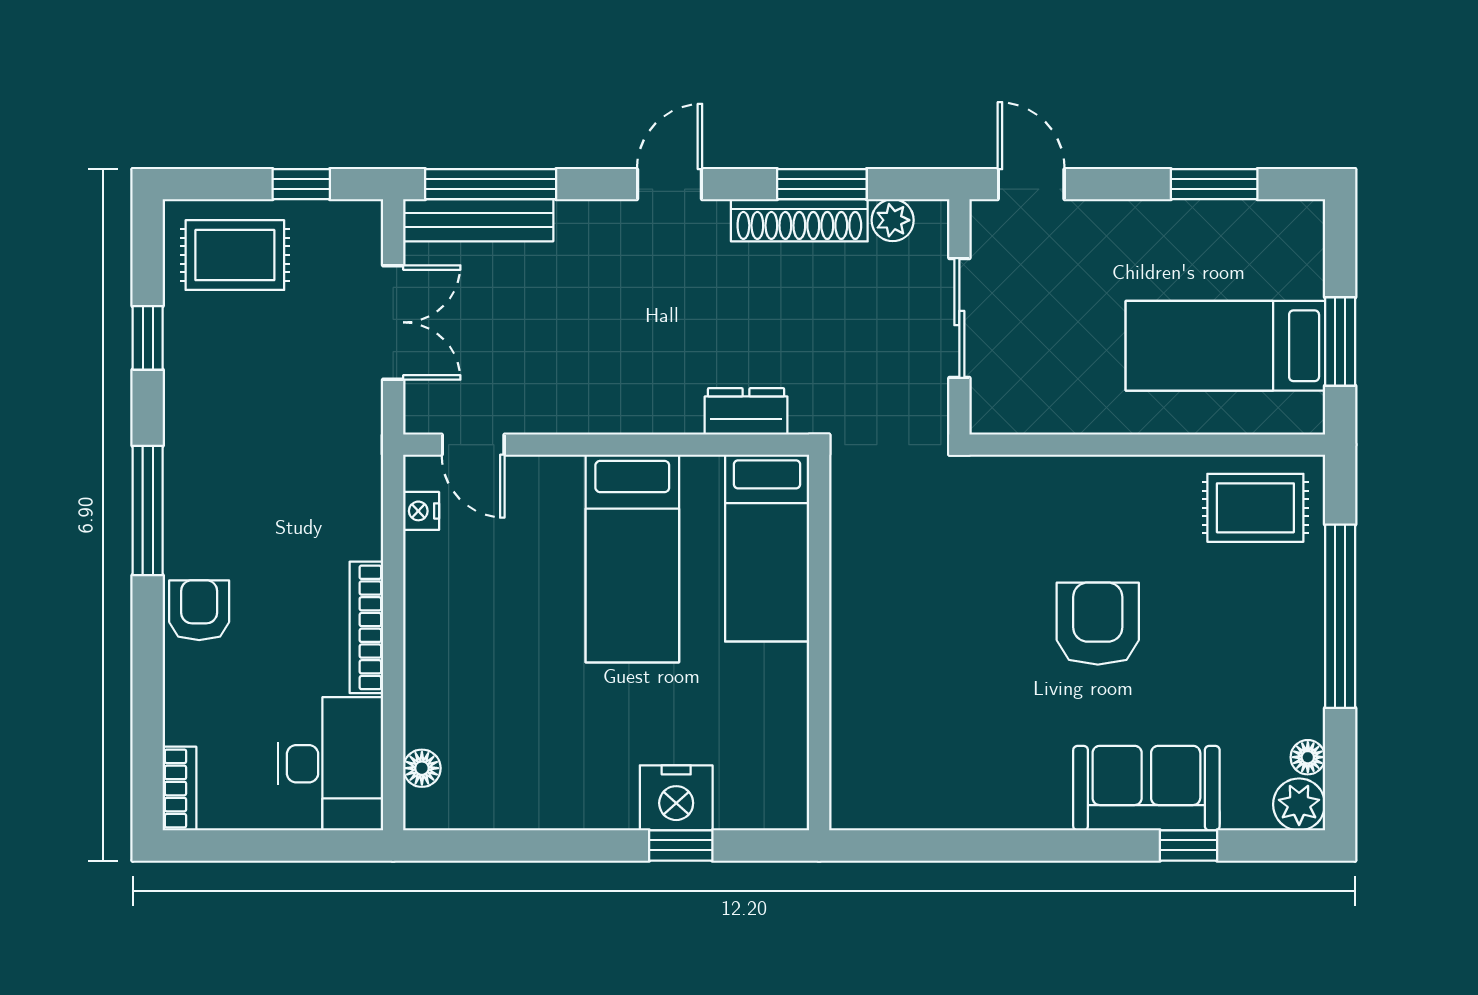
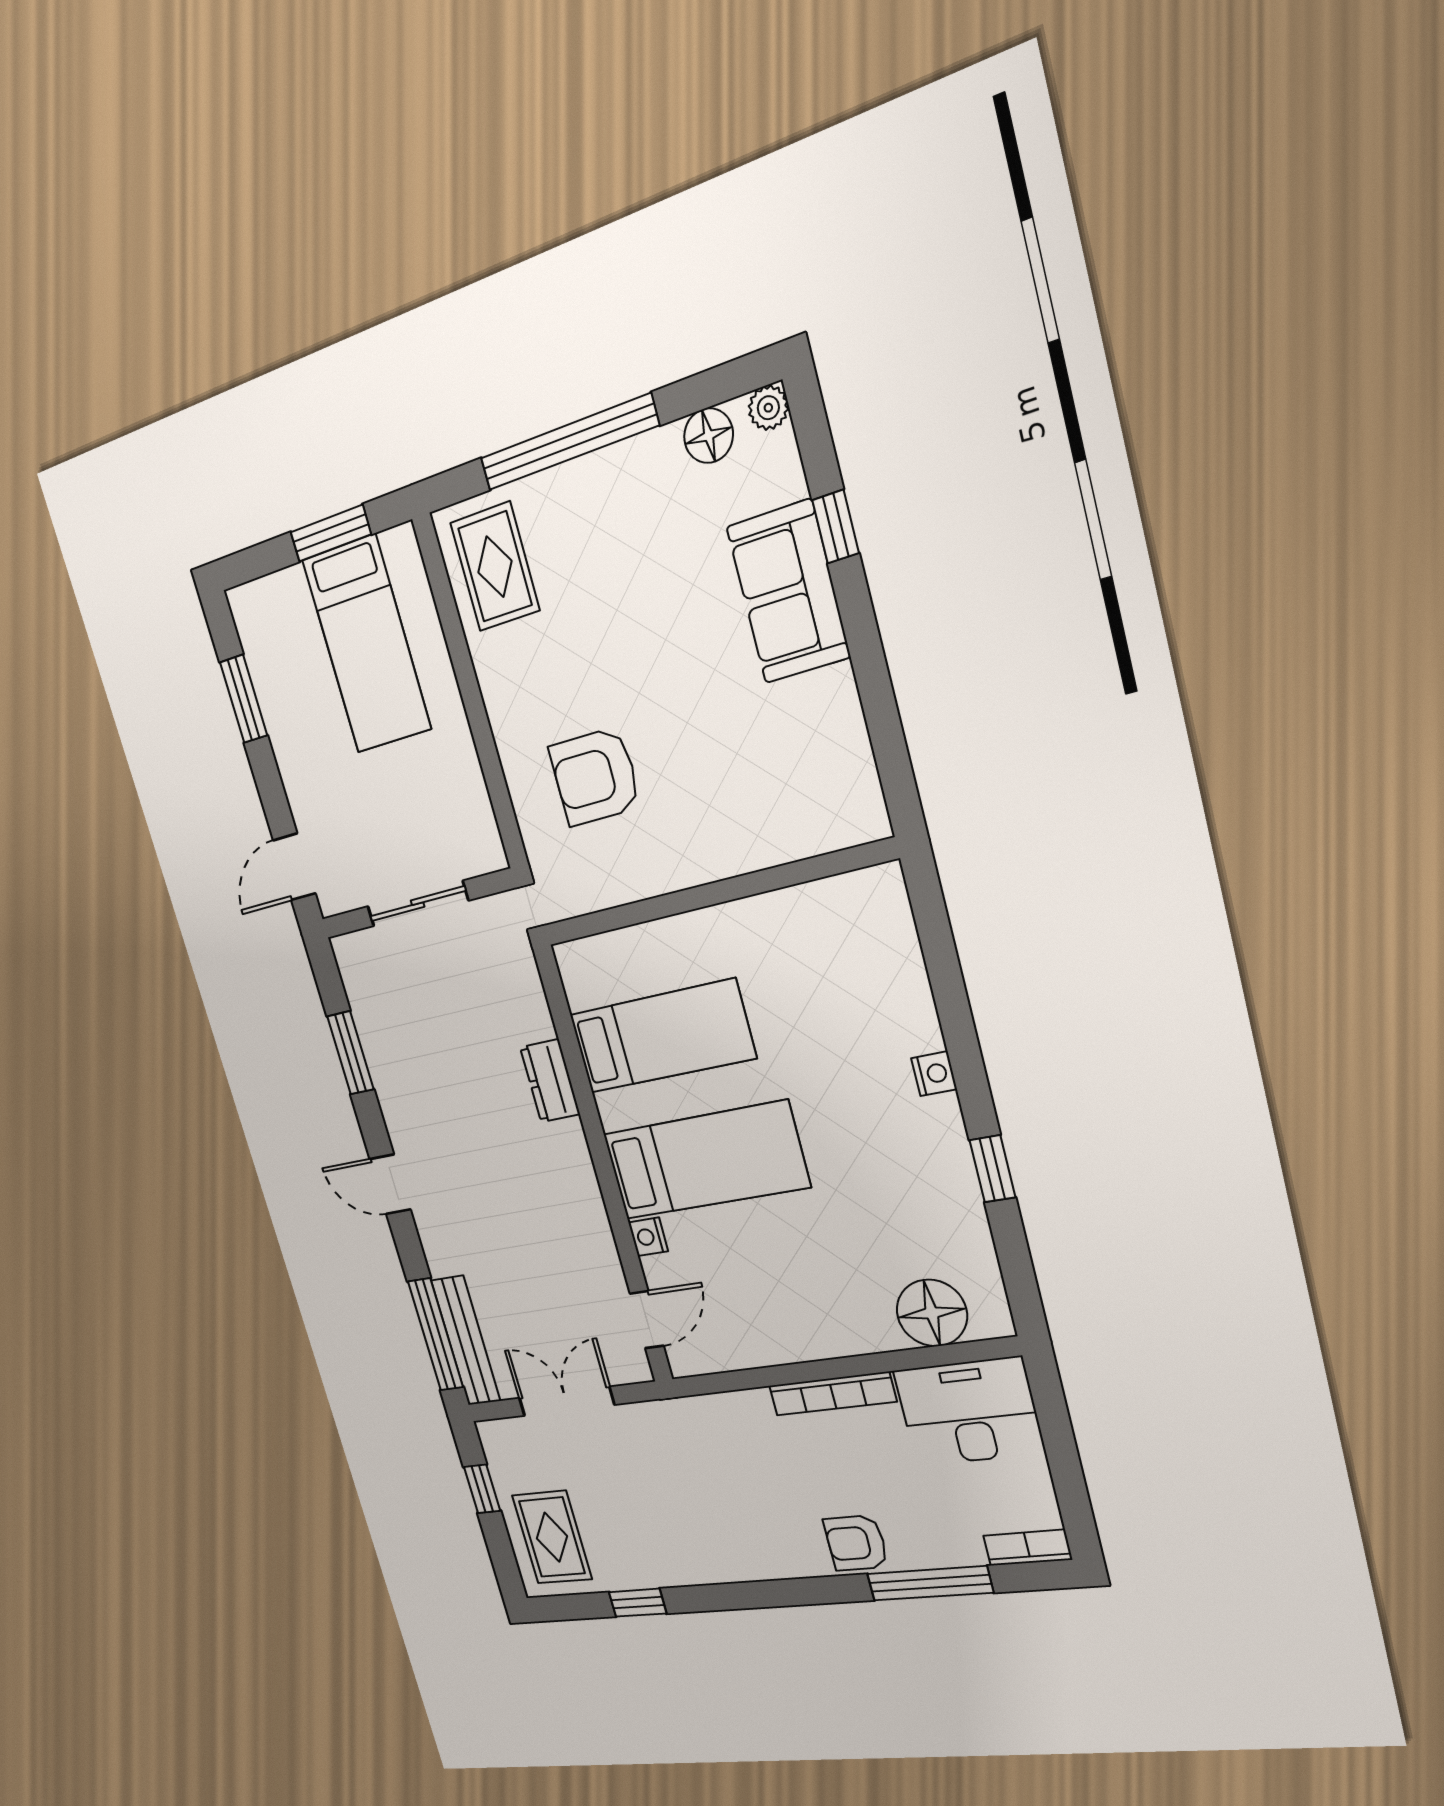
shoe rack: (799, 220) -> (384, 1066), removed
plant: (893, 220) -> (359, 984), removed
window: (148, 510) -> (930, 1583), moved
nightstand: (421, 511) -> (648, 1237), moved, turned 90
armchair: (1098, 624) -> (595, 777), moved
wall: (819, 643) -> (715, 893), moved
floor lamp: (1308, 757) -> (709, 436), width x1.37, depth x1.37
floor lamp: (422, 768) -> (932, 1313), width x1.89, depth x1.89
nightstand: (676, 798) -> (934, 1074), width x0.53, depth x0.56
plant: (1299, 804) -> (768, 408), width x0.73, depth x0.73
window: (681, 845) -> (992, 1169), moved

